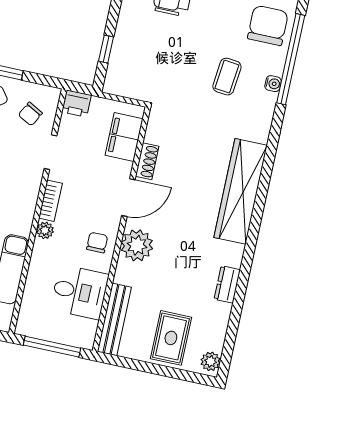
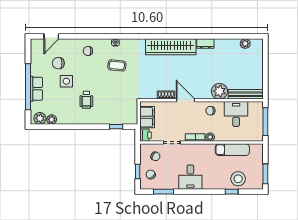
chair: (268, 25) -> (88, 51), width x0.54, depth x0.54
window: (291, 59) -> (102, 36), removed
filing cabinet: (124, 137) -> (147, 117), moved, turned -90
plant: (137, 245) -> (219, 91), moved
dresser: (227, 284) -> (205, 44), moved
rug: (171, 338) -> (249, 65), removed
plant: (211, 361) -> (245, 44), moved

